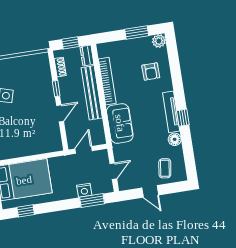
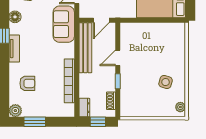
armchair: (151, 72) -> (27, 83), turned 91
bench: (92, 93) -> (85, 48), moved
tv unit: (171, 112) -> (14, 49), width x0.71
sofa: (120, 123) -> (64, 24), moved

